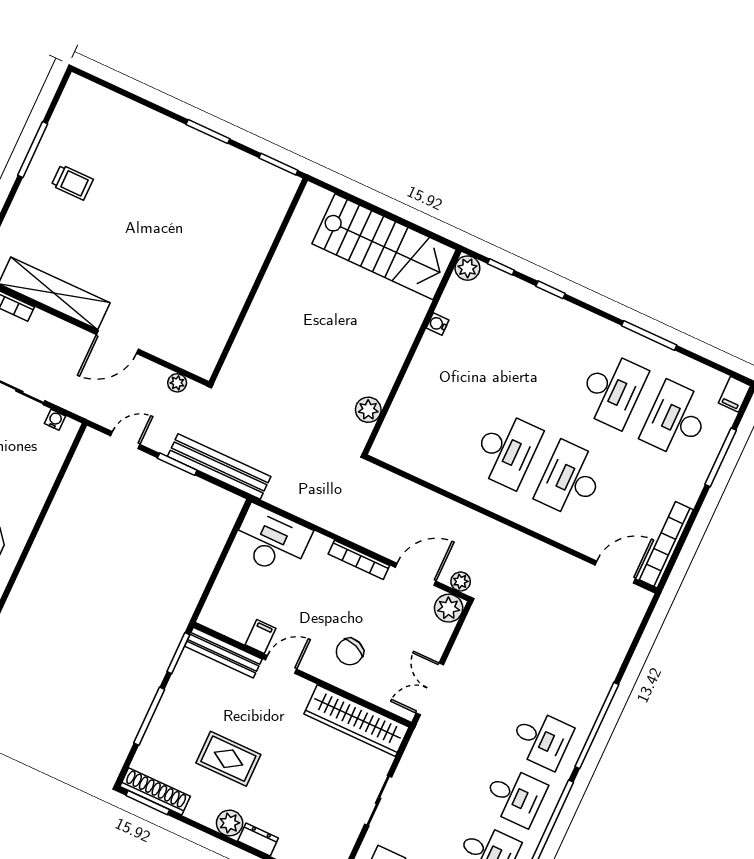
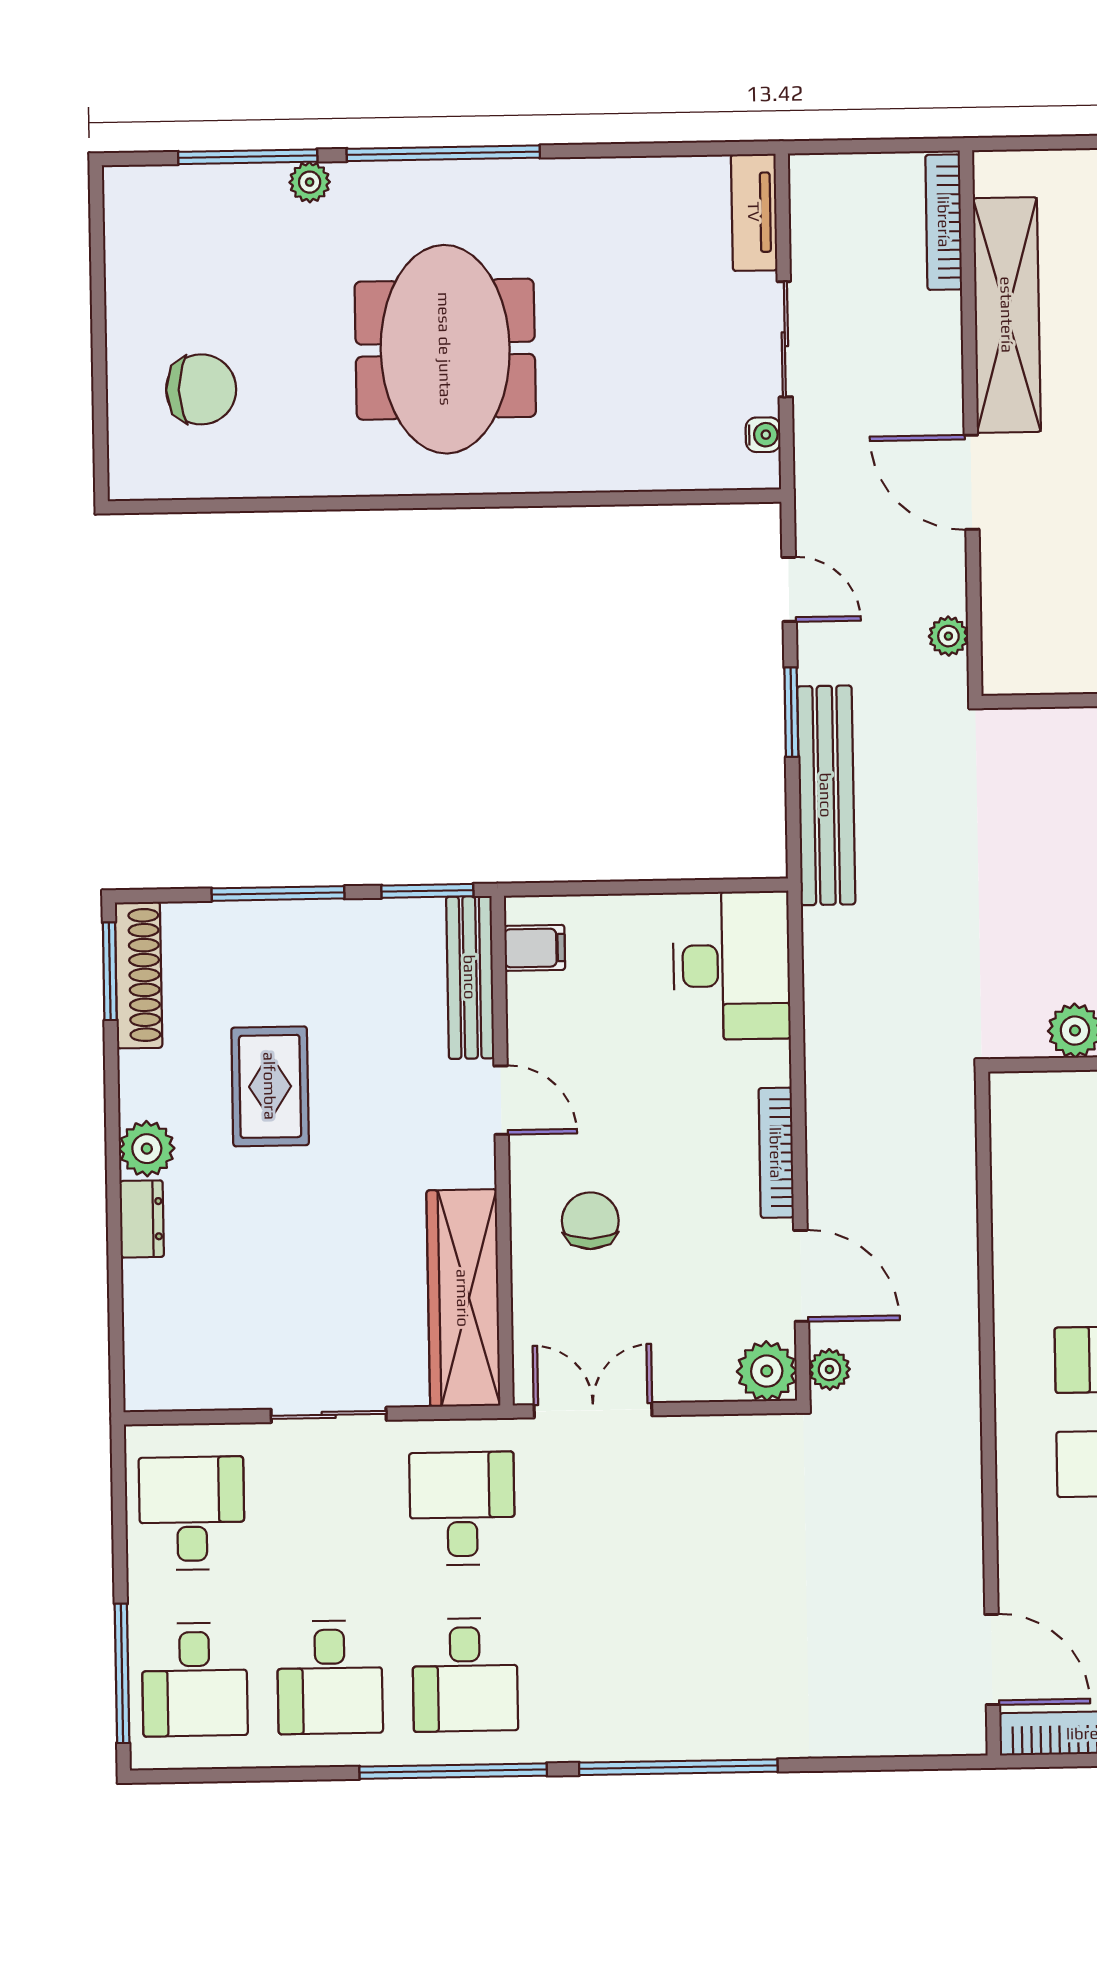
filing cabinet: (260, 636) -> (535, 948), moved
chair: (350, 652) -> (590, 1221), turned 70
desk: (541, 739) -> (462, 1509), moved, turned 180

